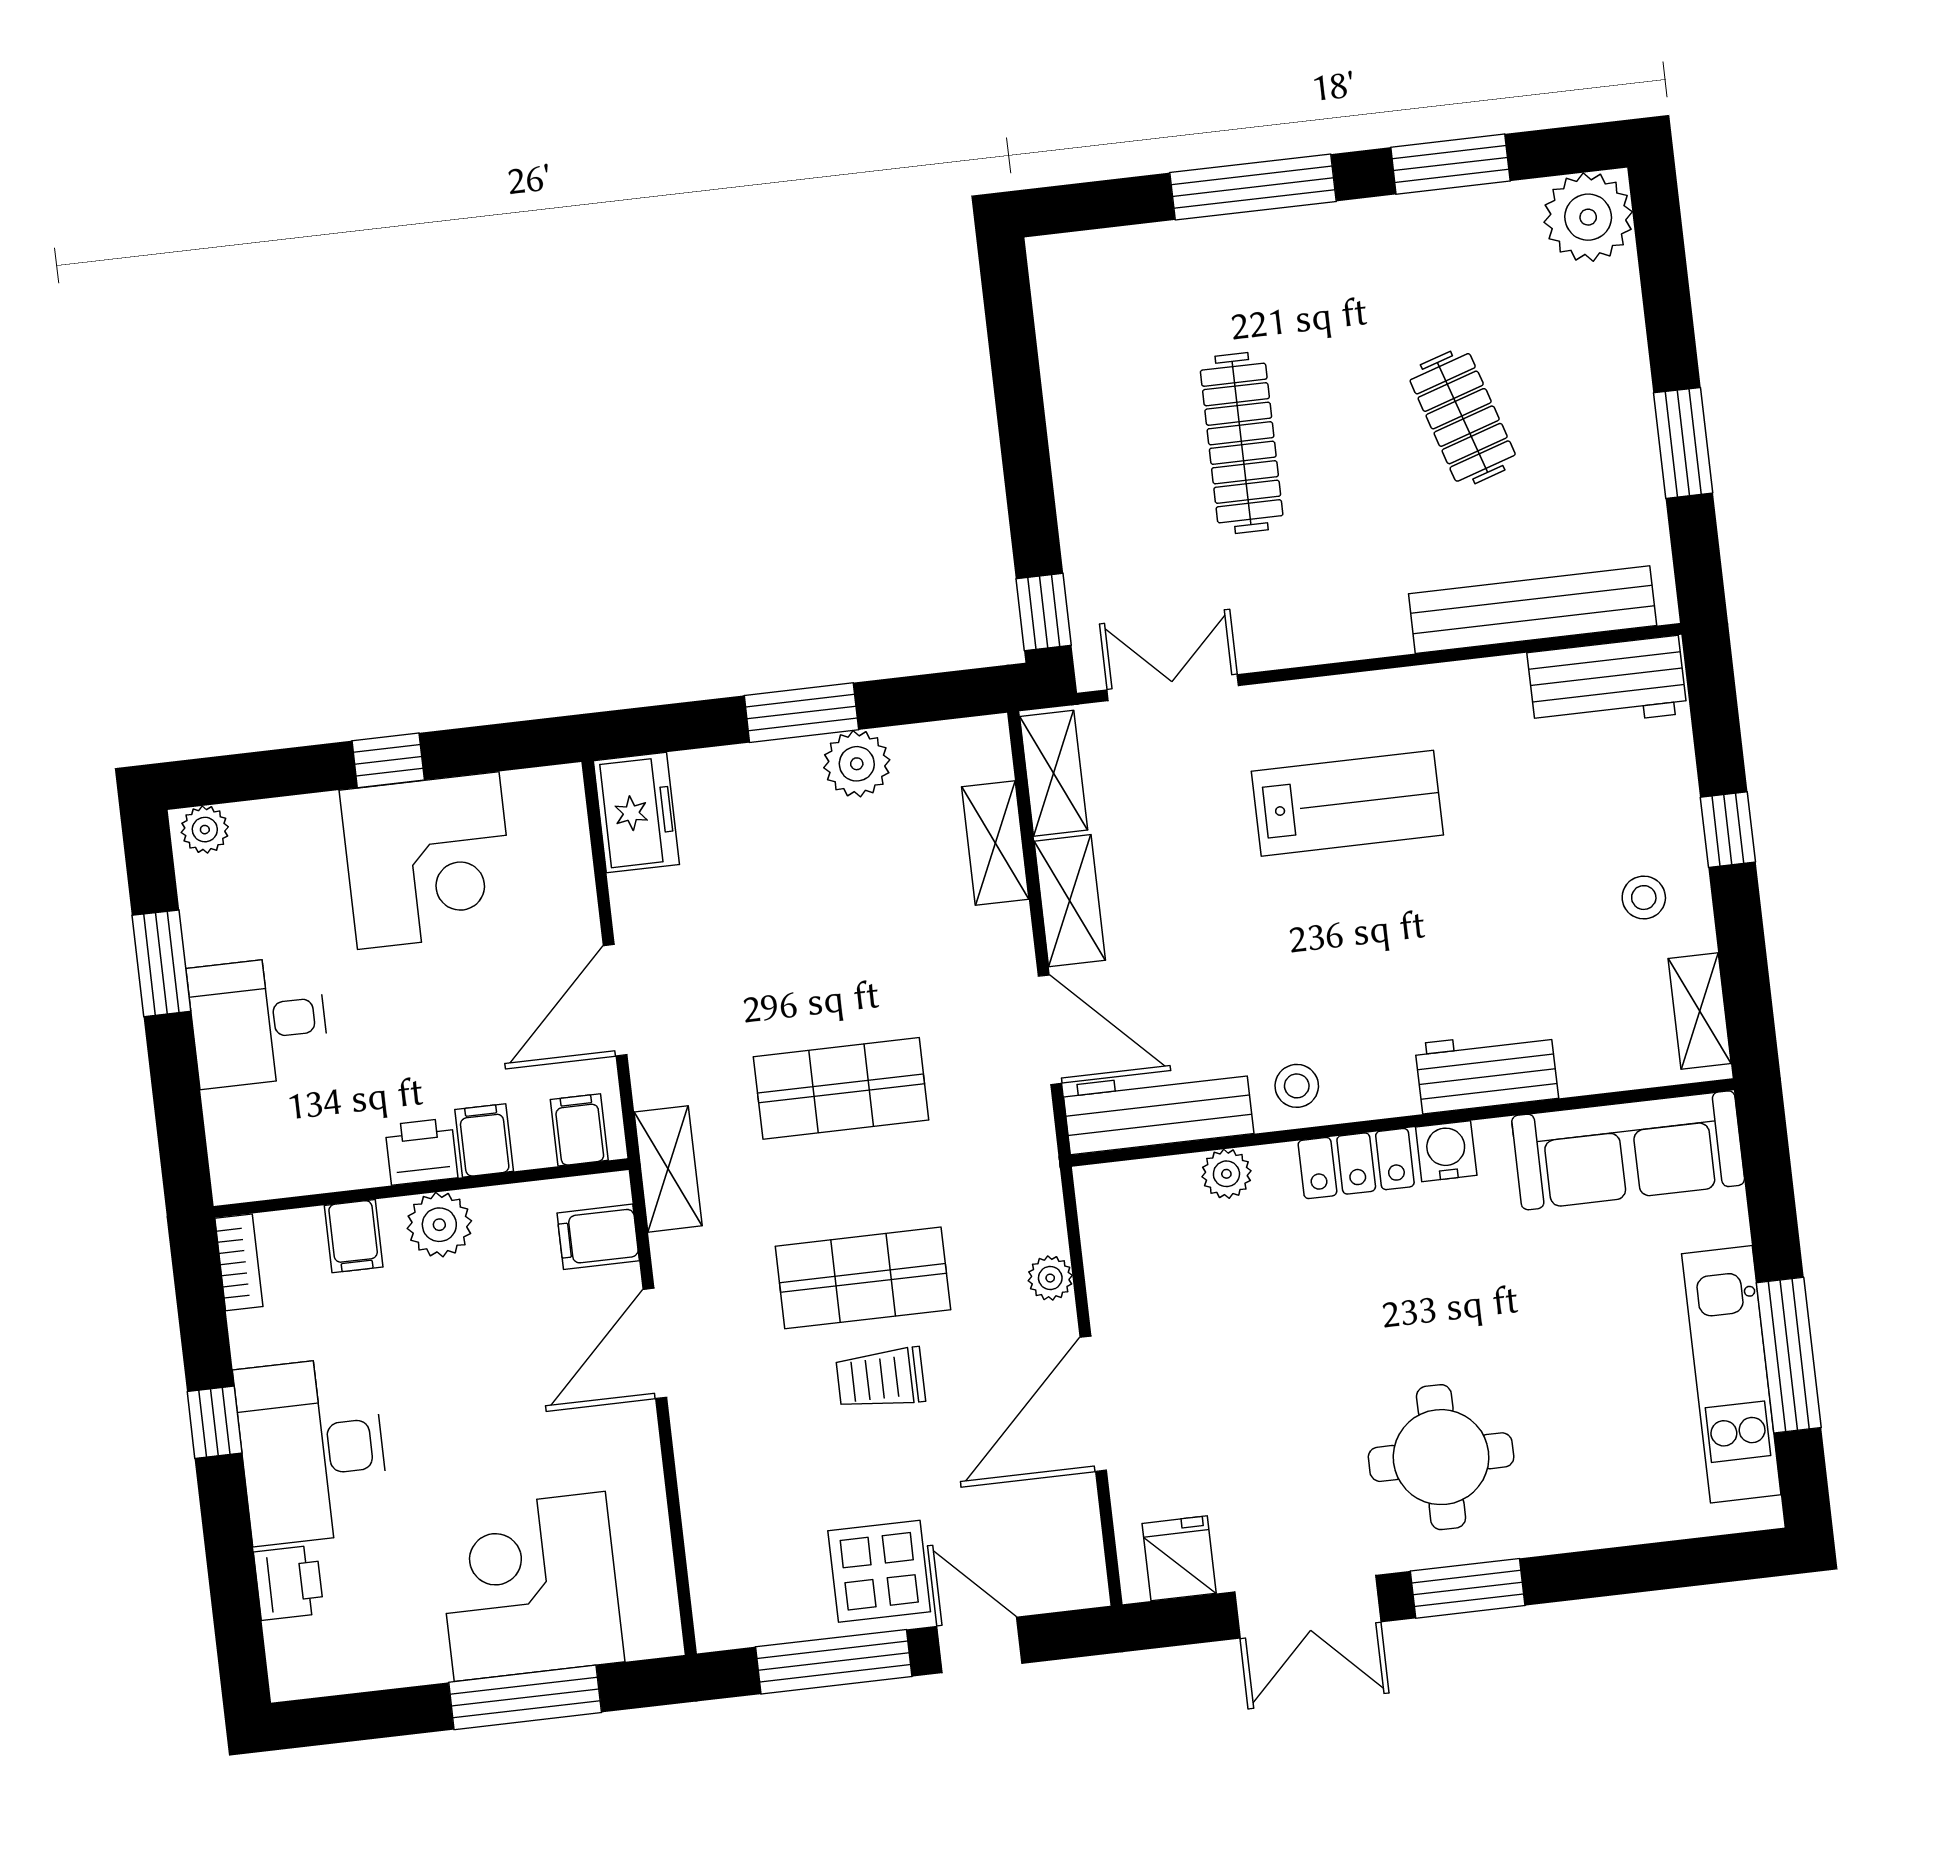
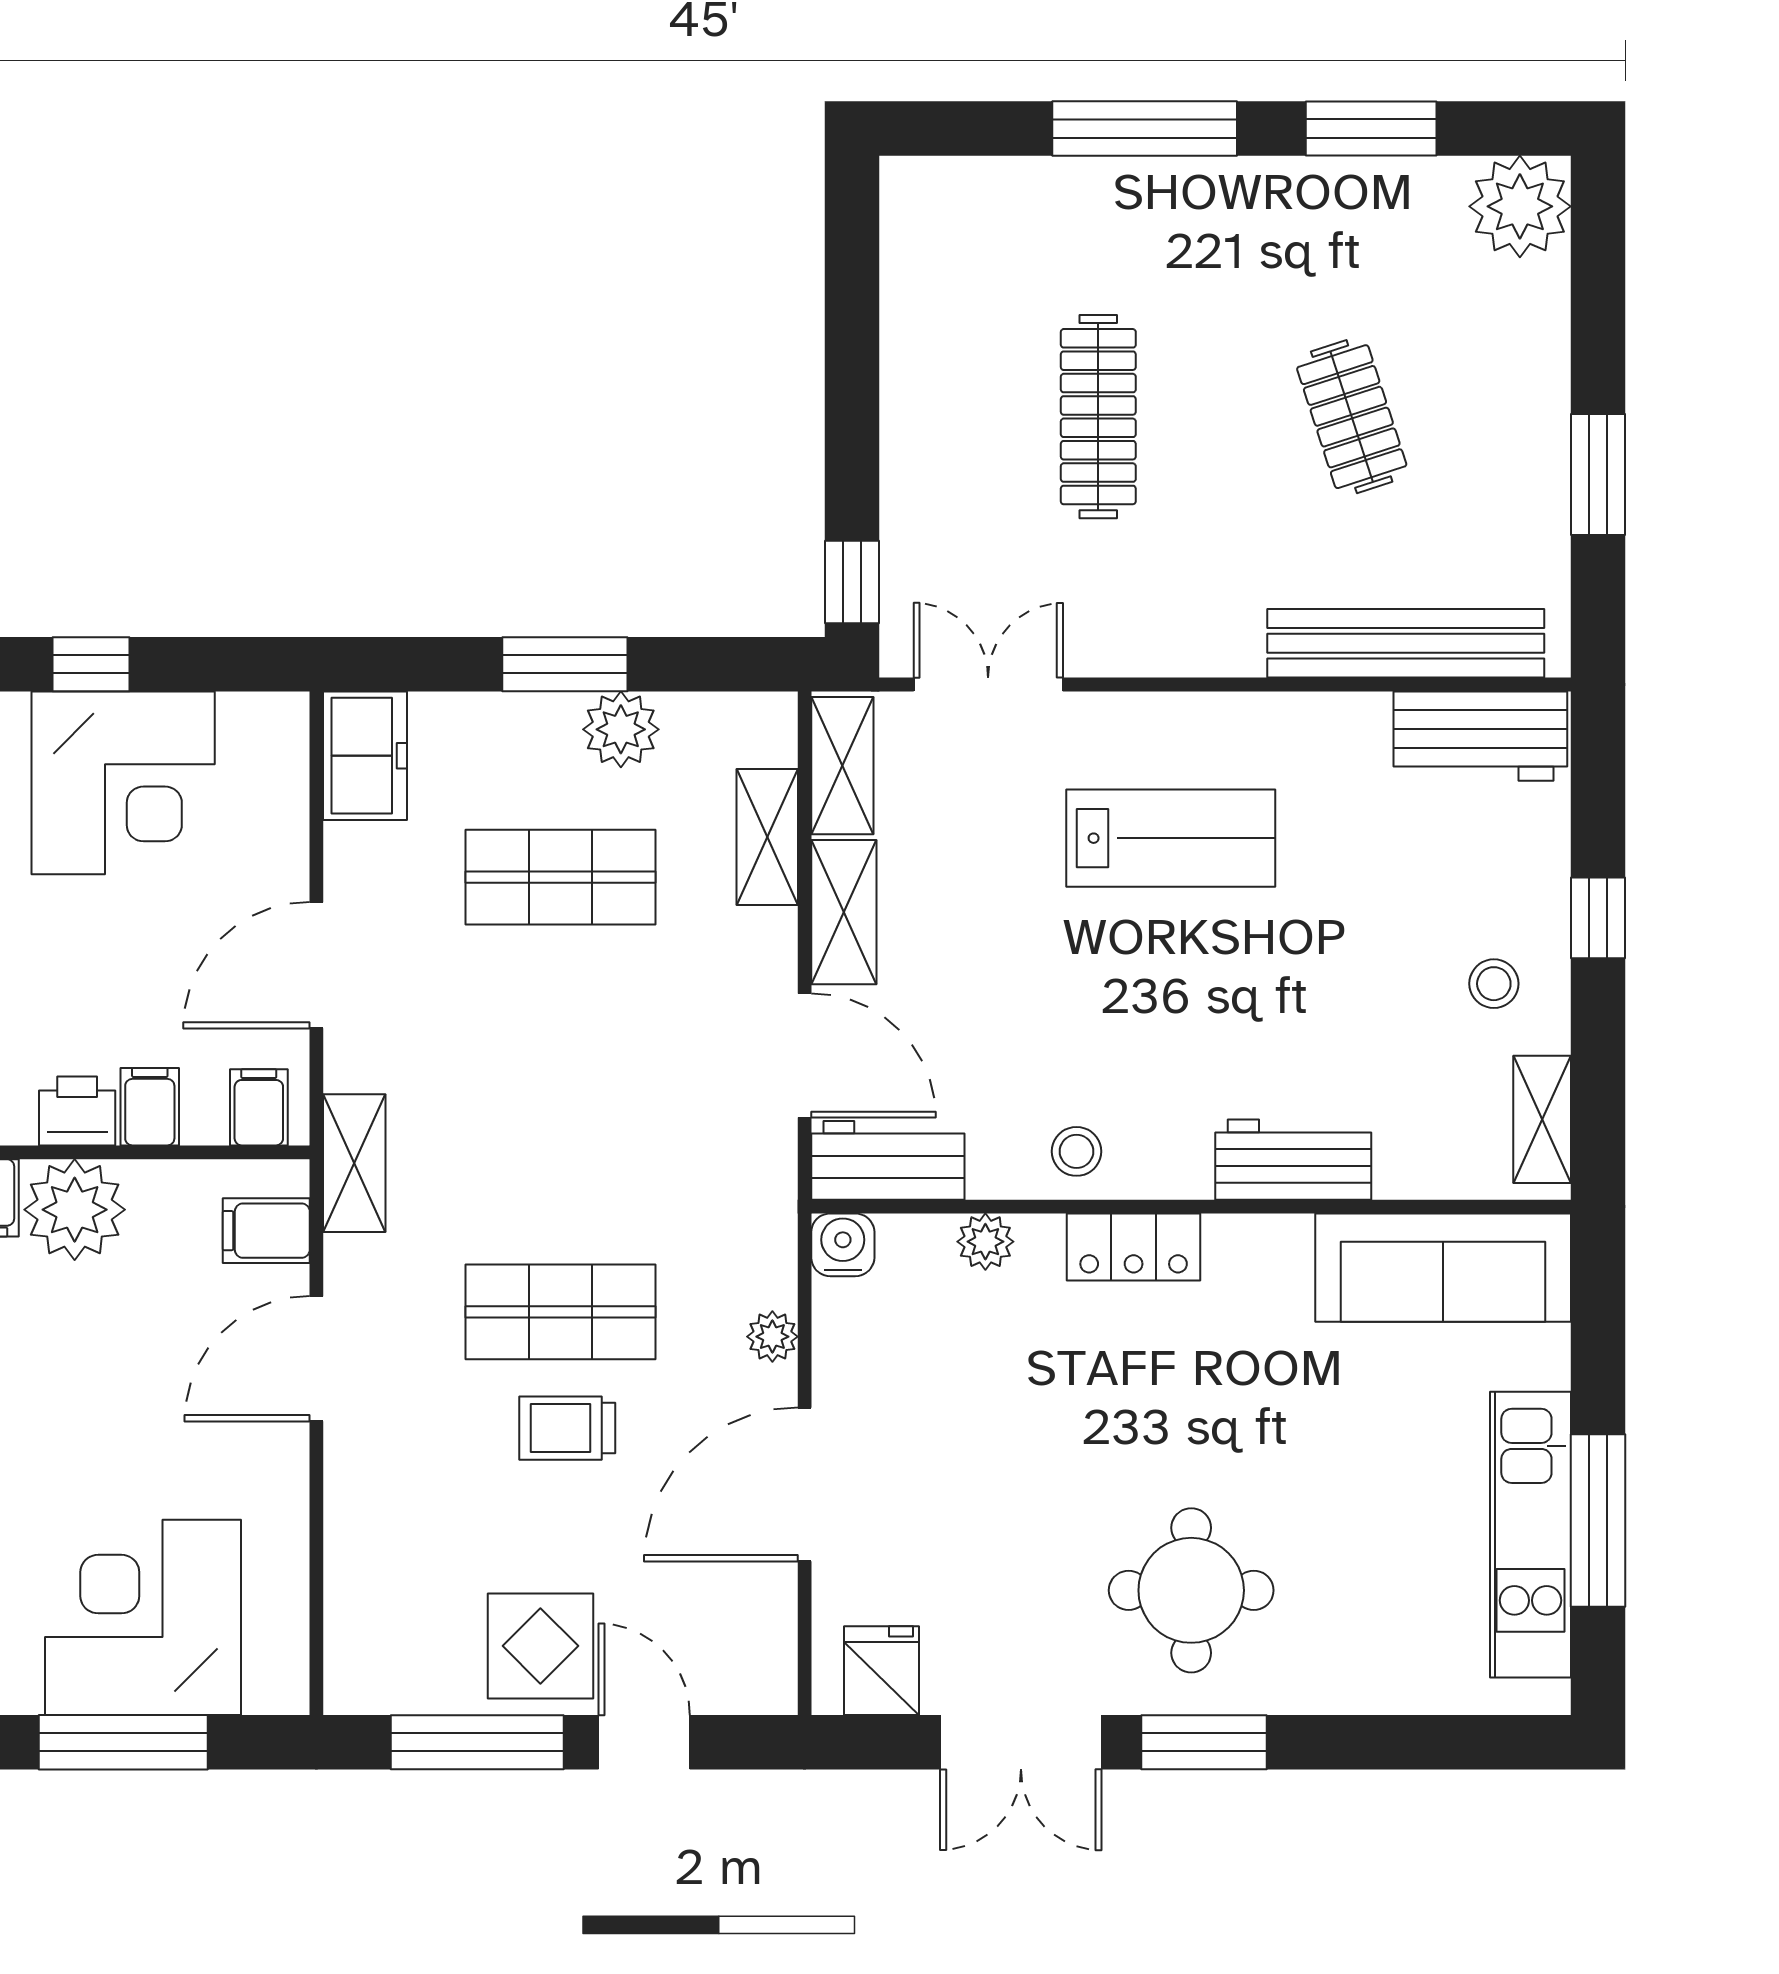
shop shelf: (841, 1088) -> (560, 877), moved
workbench: (1158, 1110) -> (888, 1160), width x0.73
water cooler: (1446, 1151) -> (843, 1245), moved
plant: (439, 1225) -> (75, 1210), width x1.36, depth x1.36

